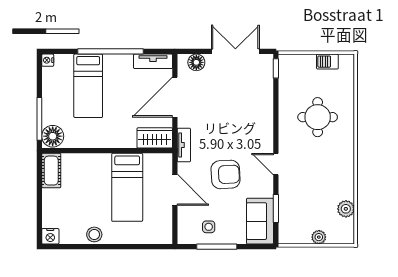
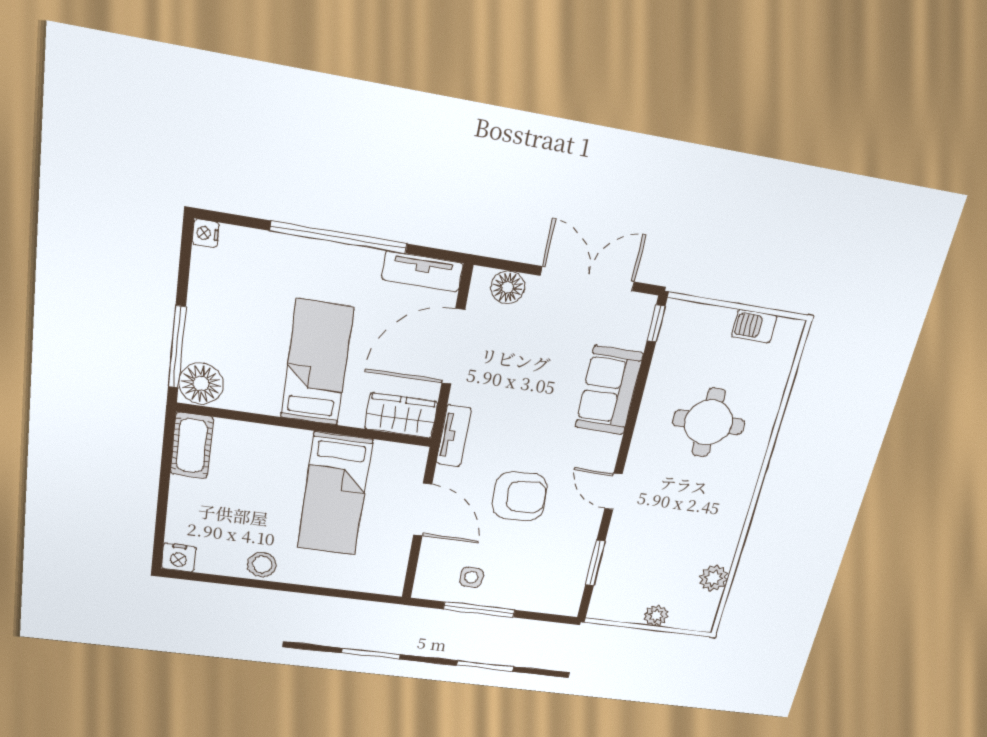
bed: (88, 86) -> (317, 363), moved, turned 180
sofa: (260, 221) -> (609, 391), moved

